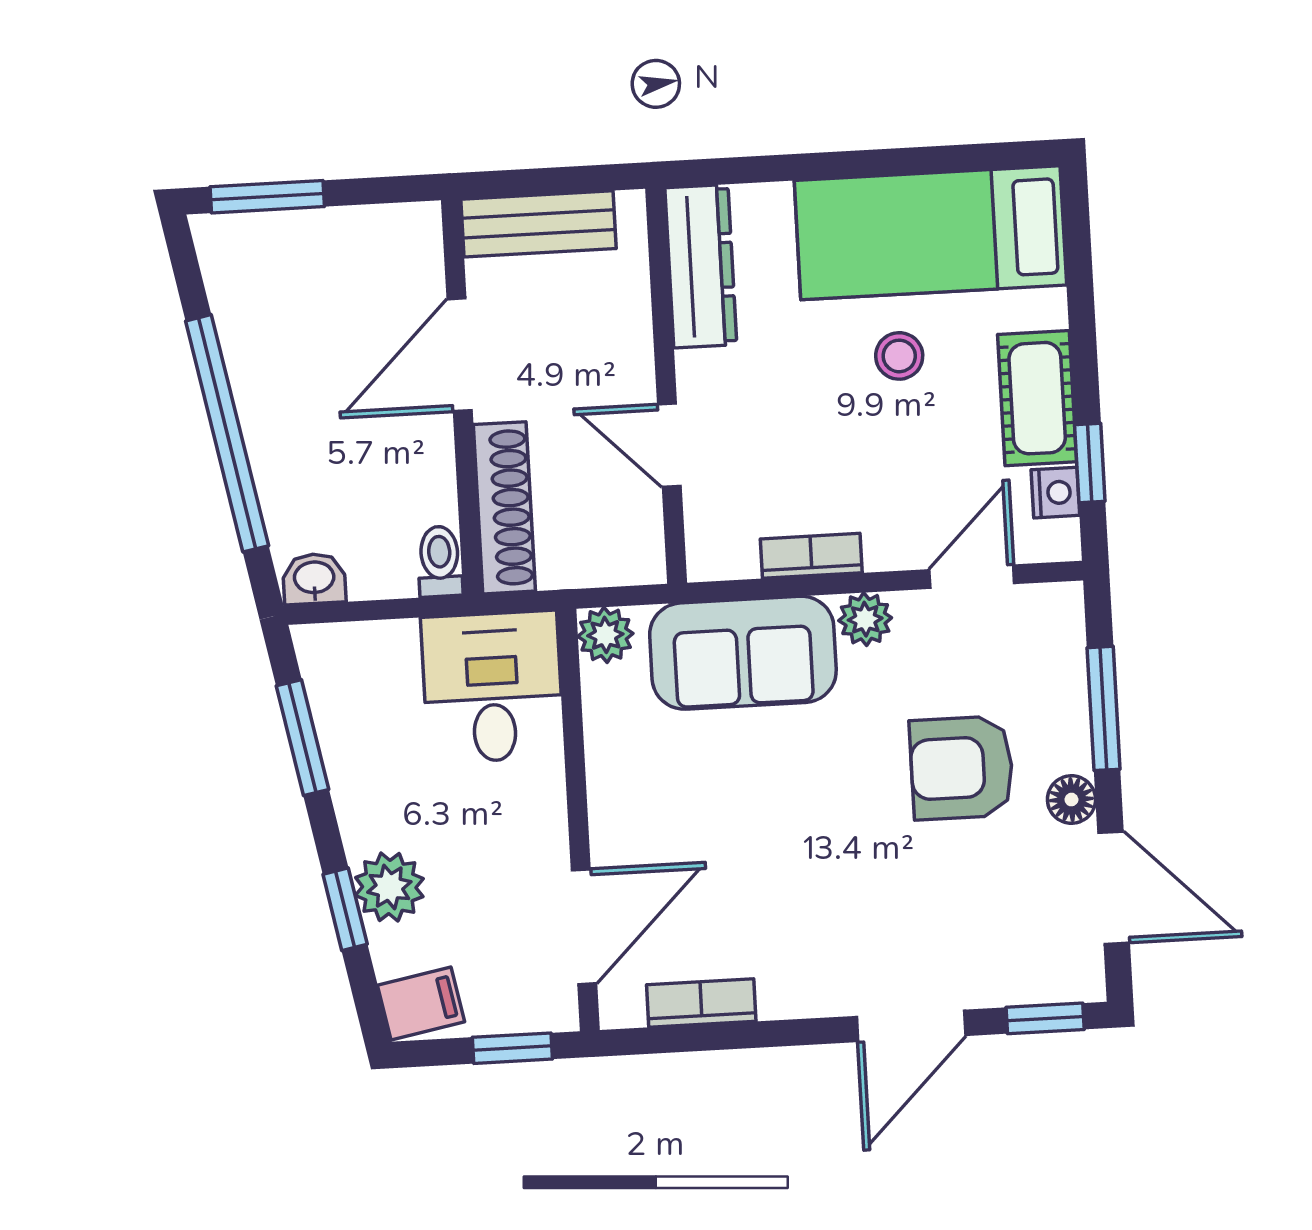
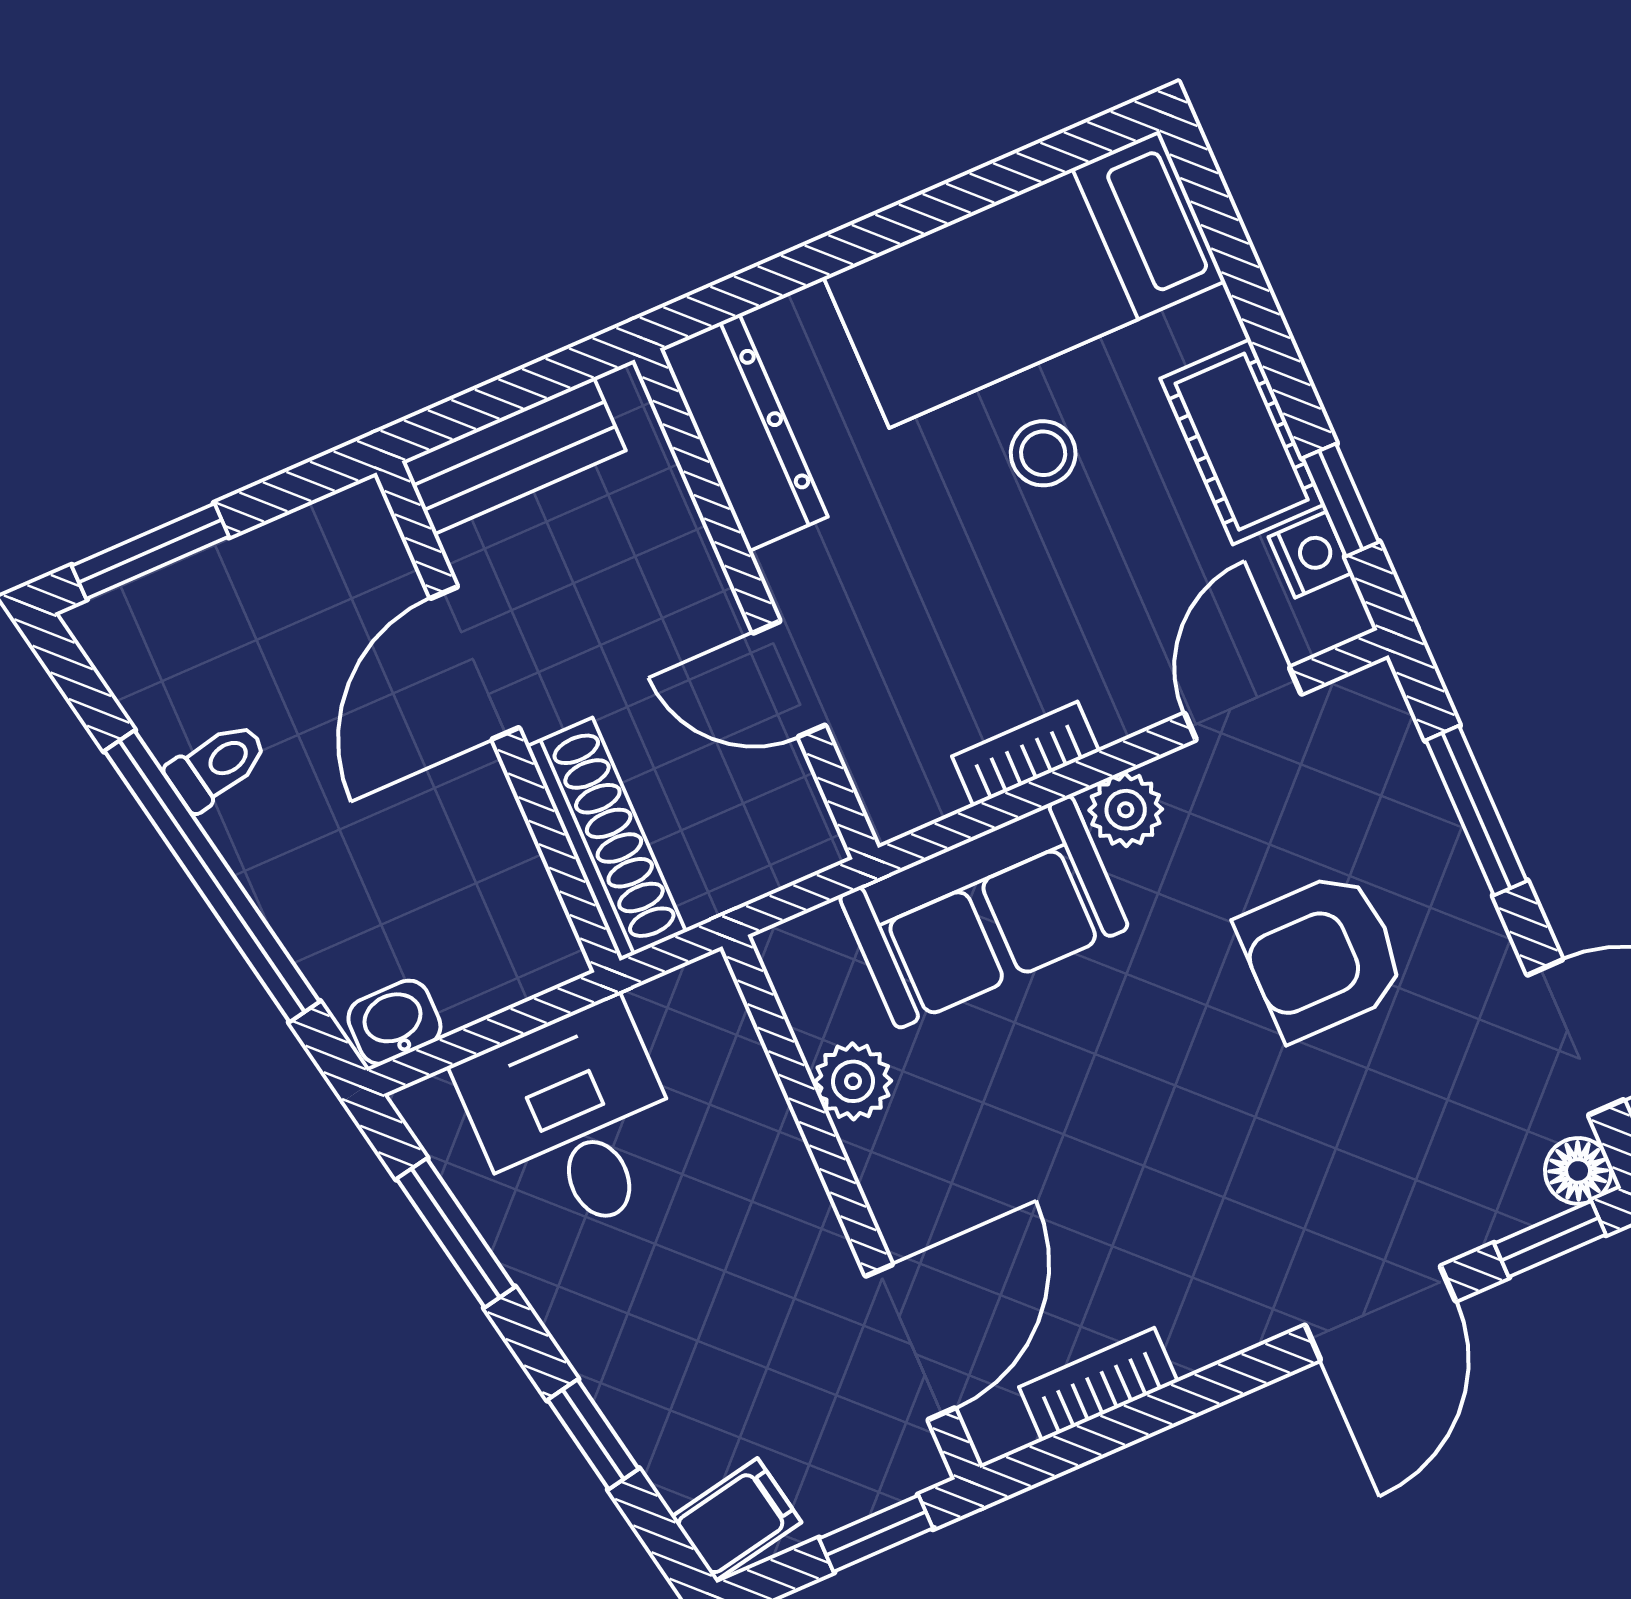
toilet: (440, 561) -> (217, 766), moved, turned 79
plant: (605, 635) -> (853, 1081), moved
desk: (493, 687) -> (574, 1121), moved
floor lamp: (1071, 800) -> (1578, 1171), moved
plant: (389, 887) -> (640, 1384), removed

